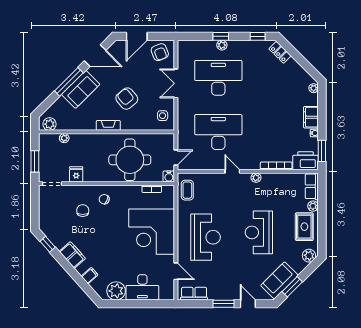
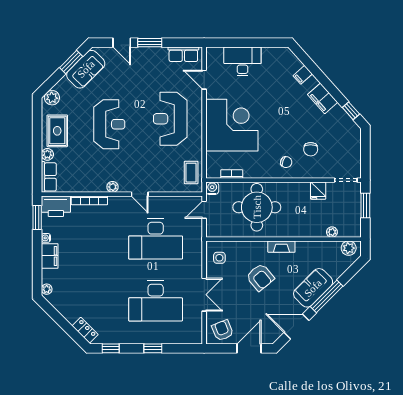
plant: (222, 45) -> (152, 338), removed
plant: (116, 291) -> (273, 57), removed

